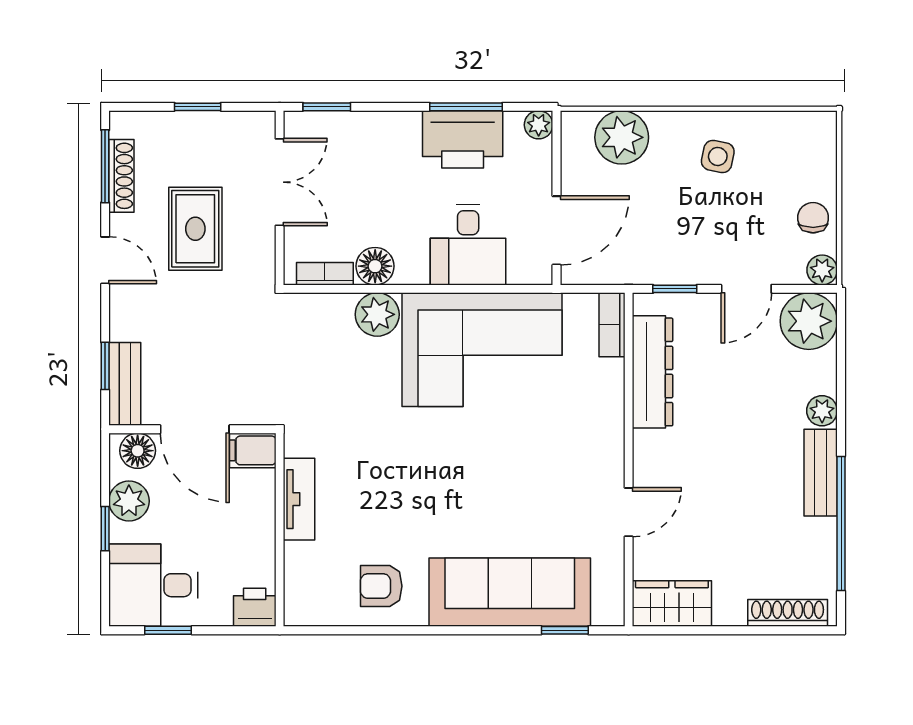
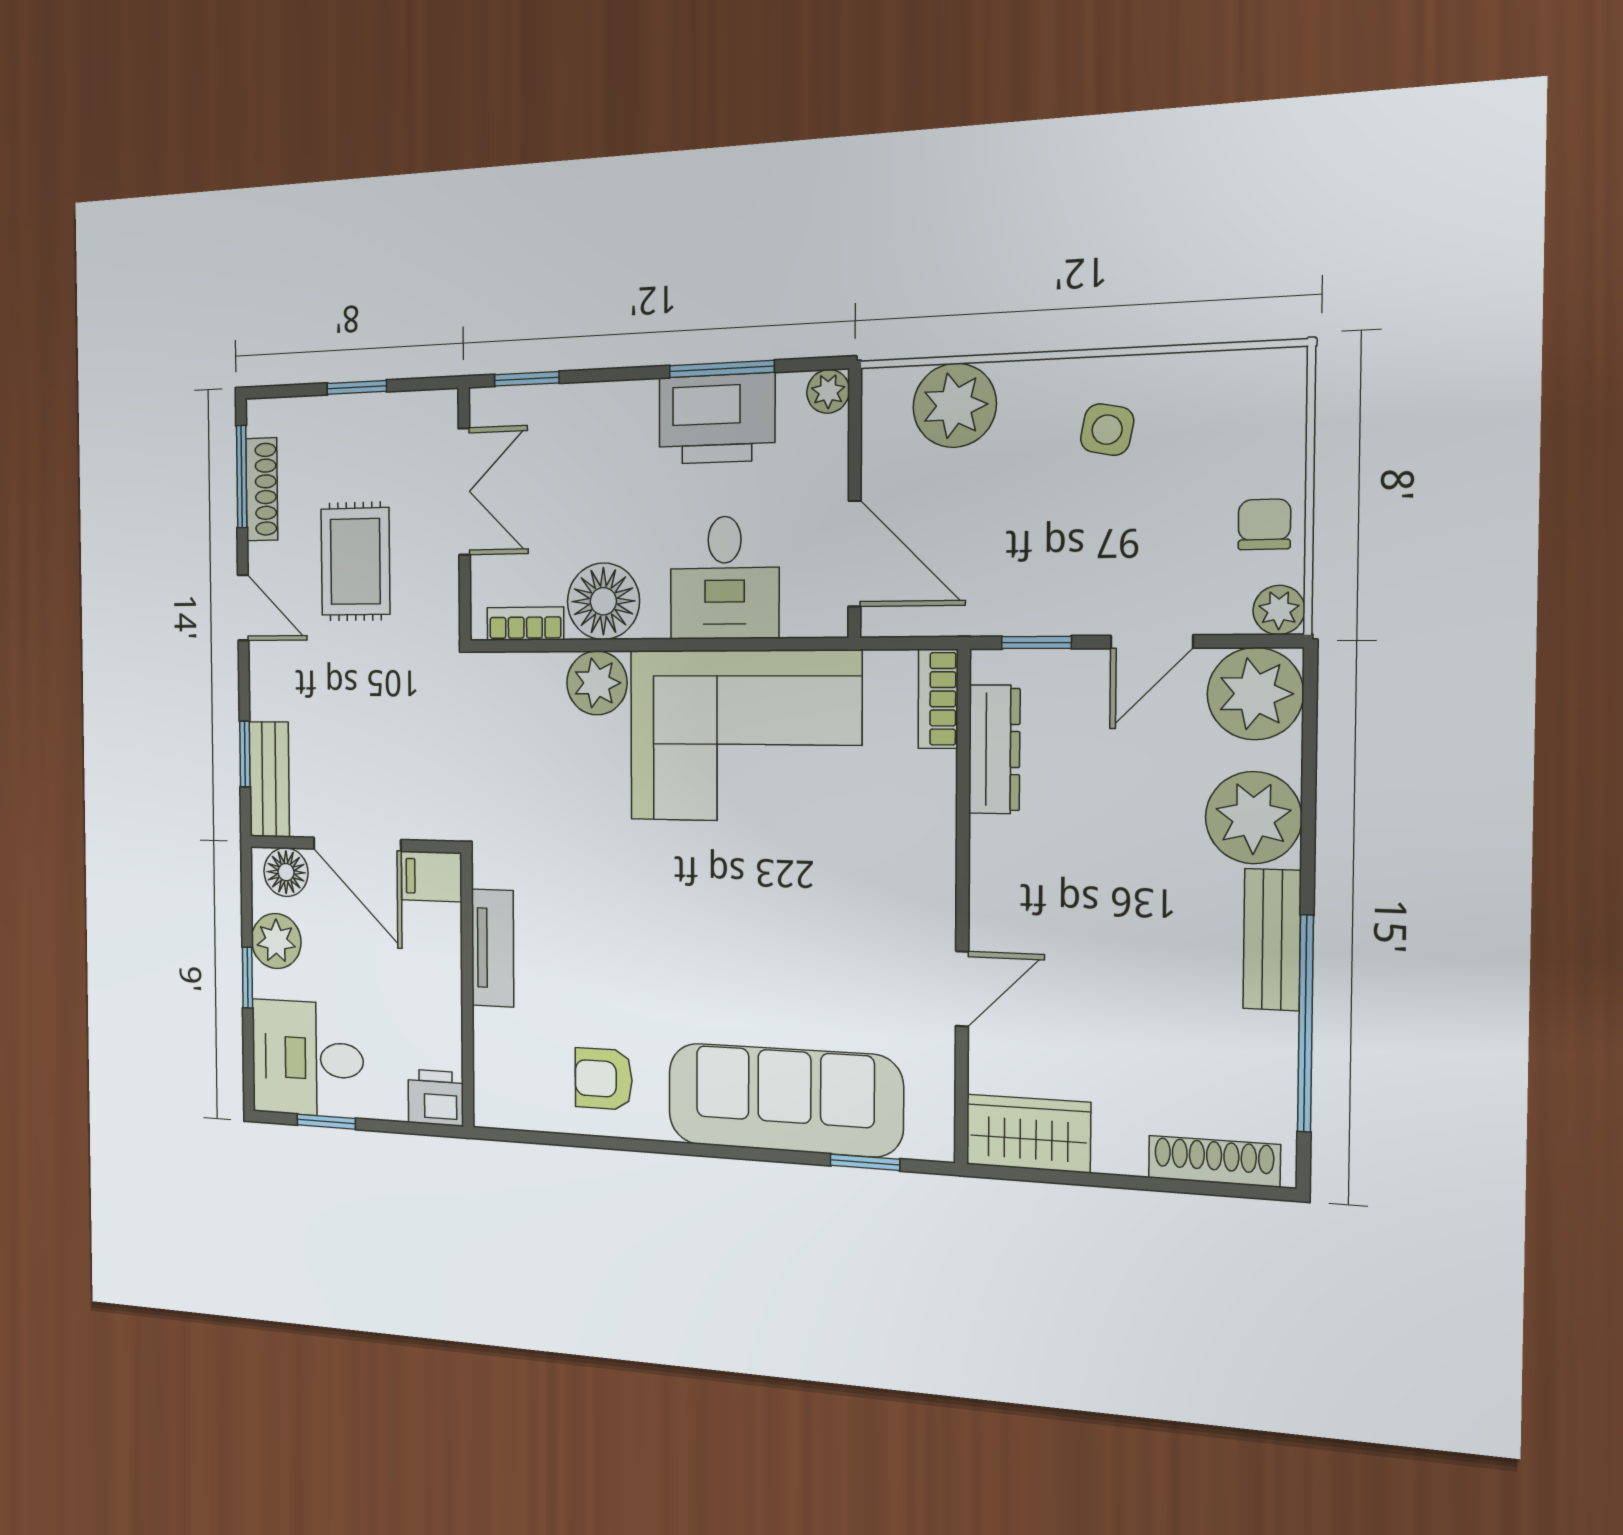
door: (557, 230) -> (855, 554), hinge flipped
floor lamp: (375, 266) -> (603, 601), width x1.38, depth x1.38
dresser: (652, 372) -> (994, 749), width x0.73, depth x0.80
plant: (822, 411) -> (1253, 818), width x1.87, depth x1.87

